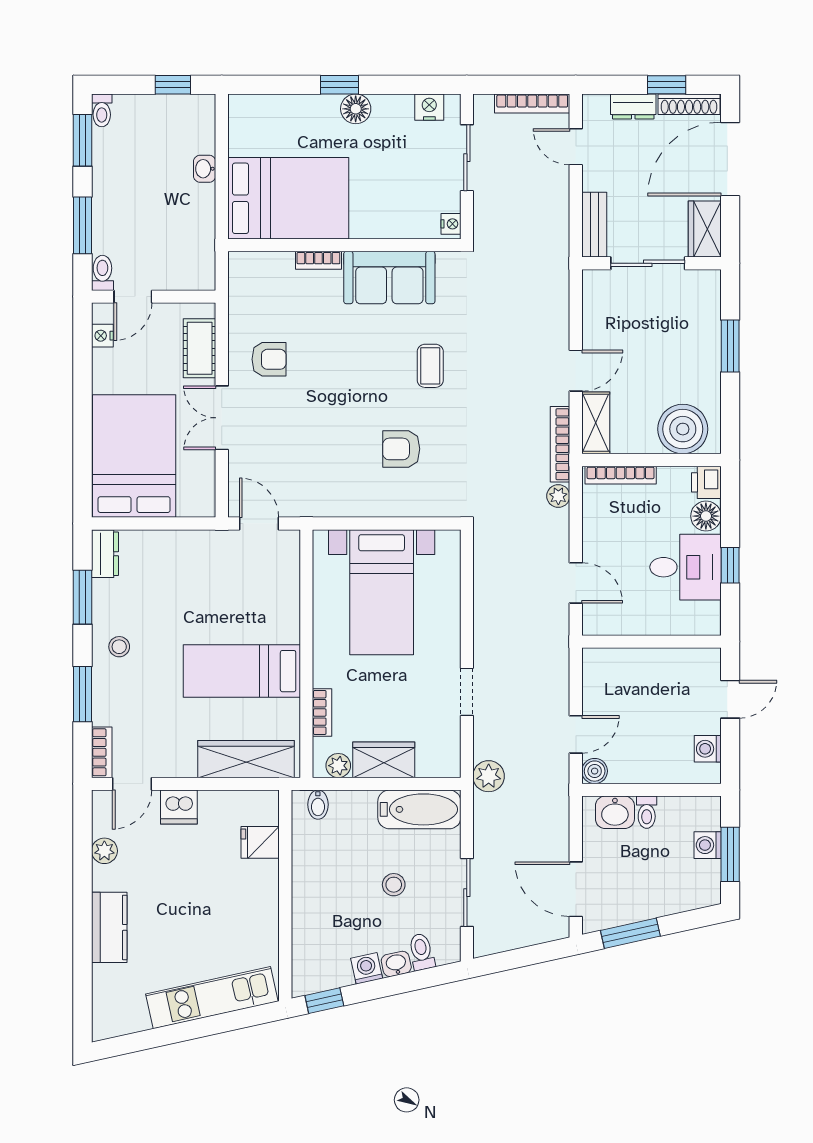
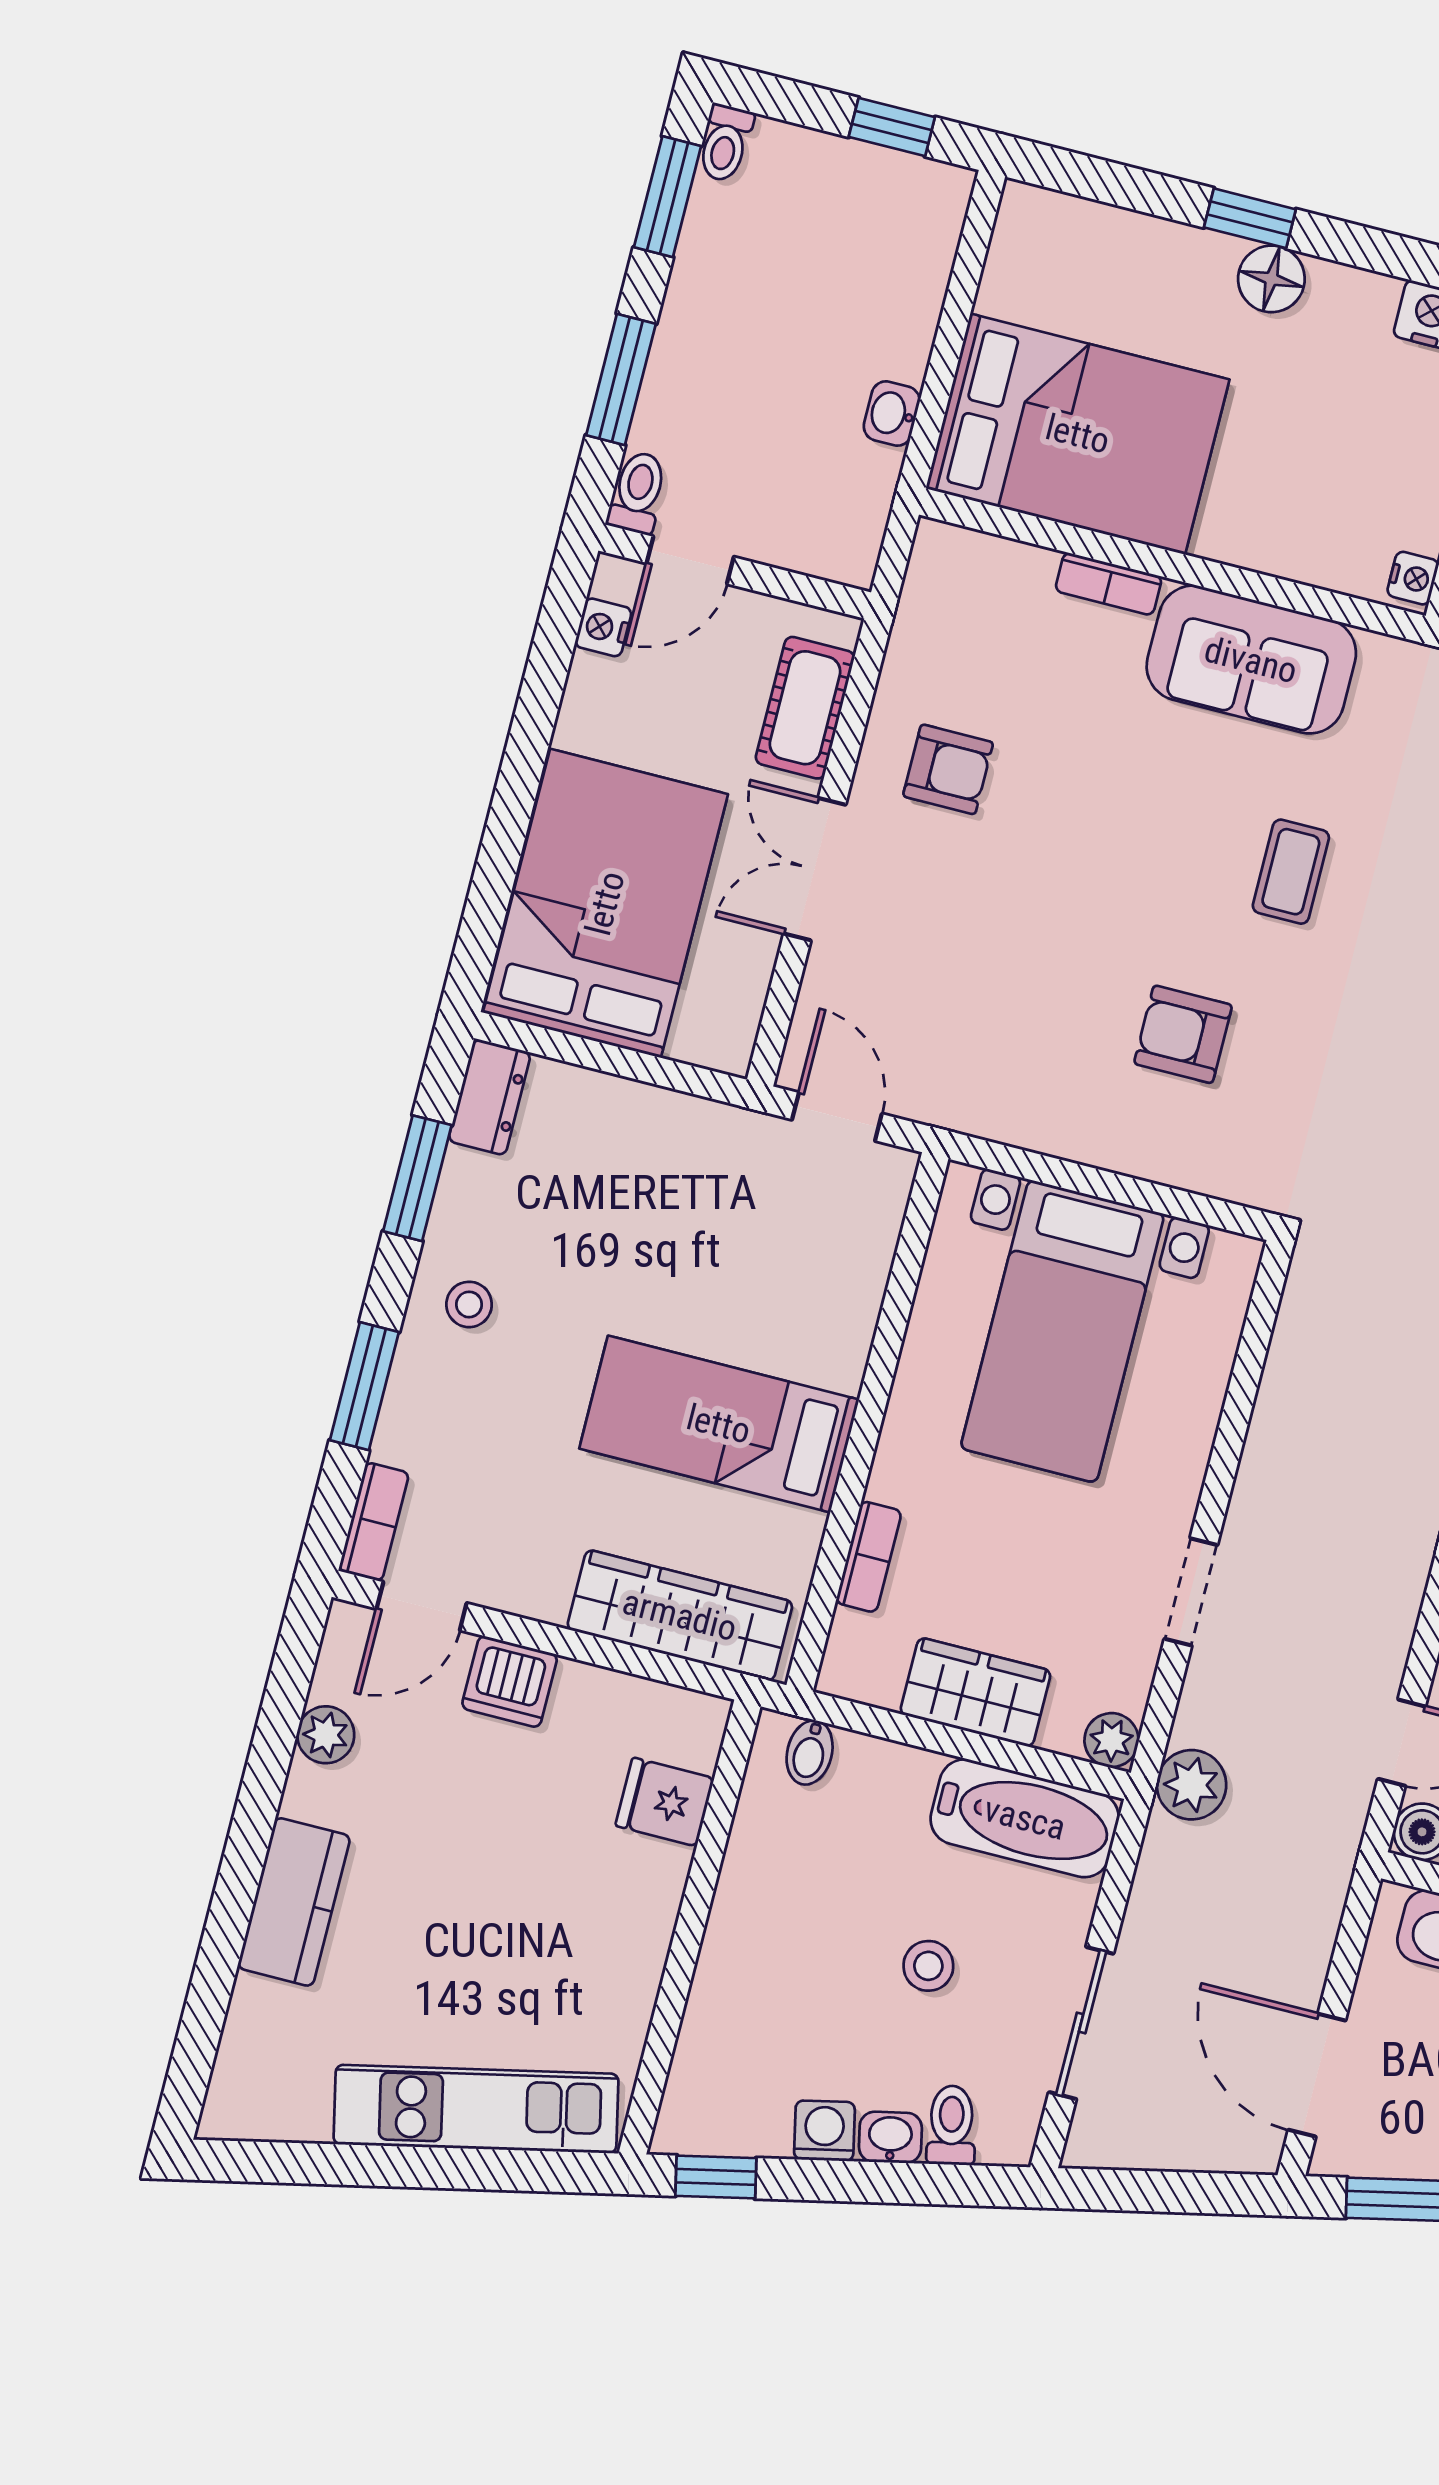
washbasin: (205, 169) -> (892, 414), moved
plant: (338, 766) -> (1111, 1740), moved

